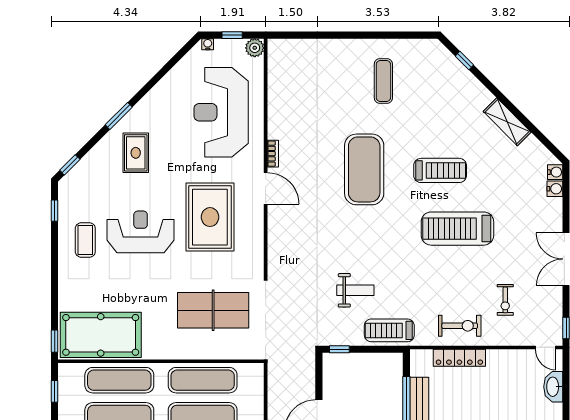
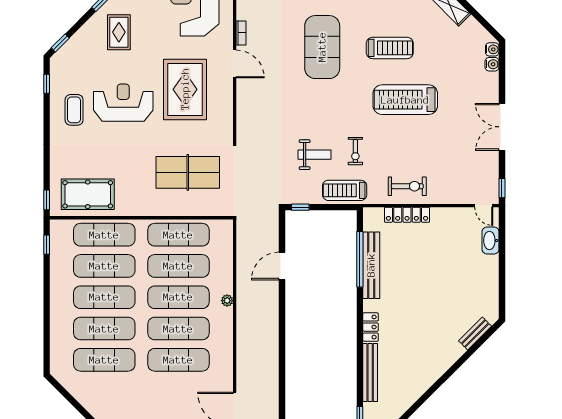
exercise bike: (505, 300) -> (355, 151), moved
pool table: (101, 335) -> (88, 194), width x0.73, depth x0.76

